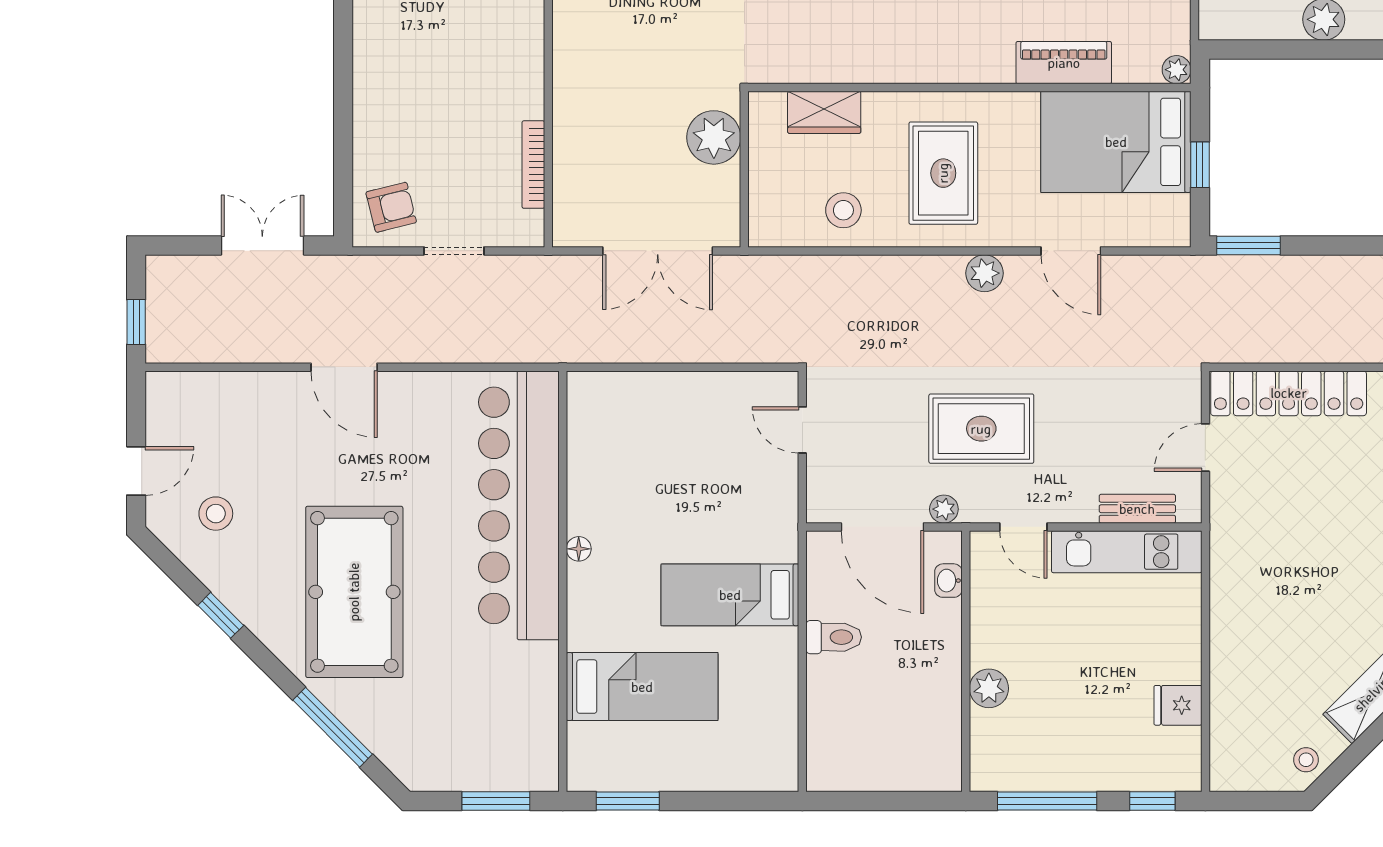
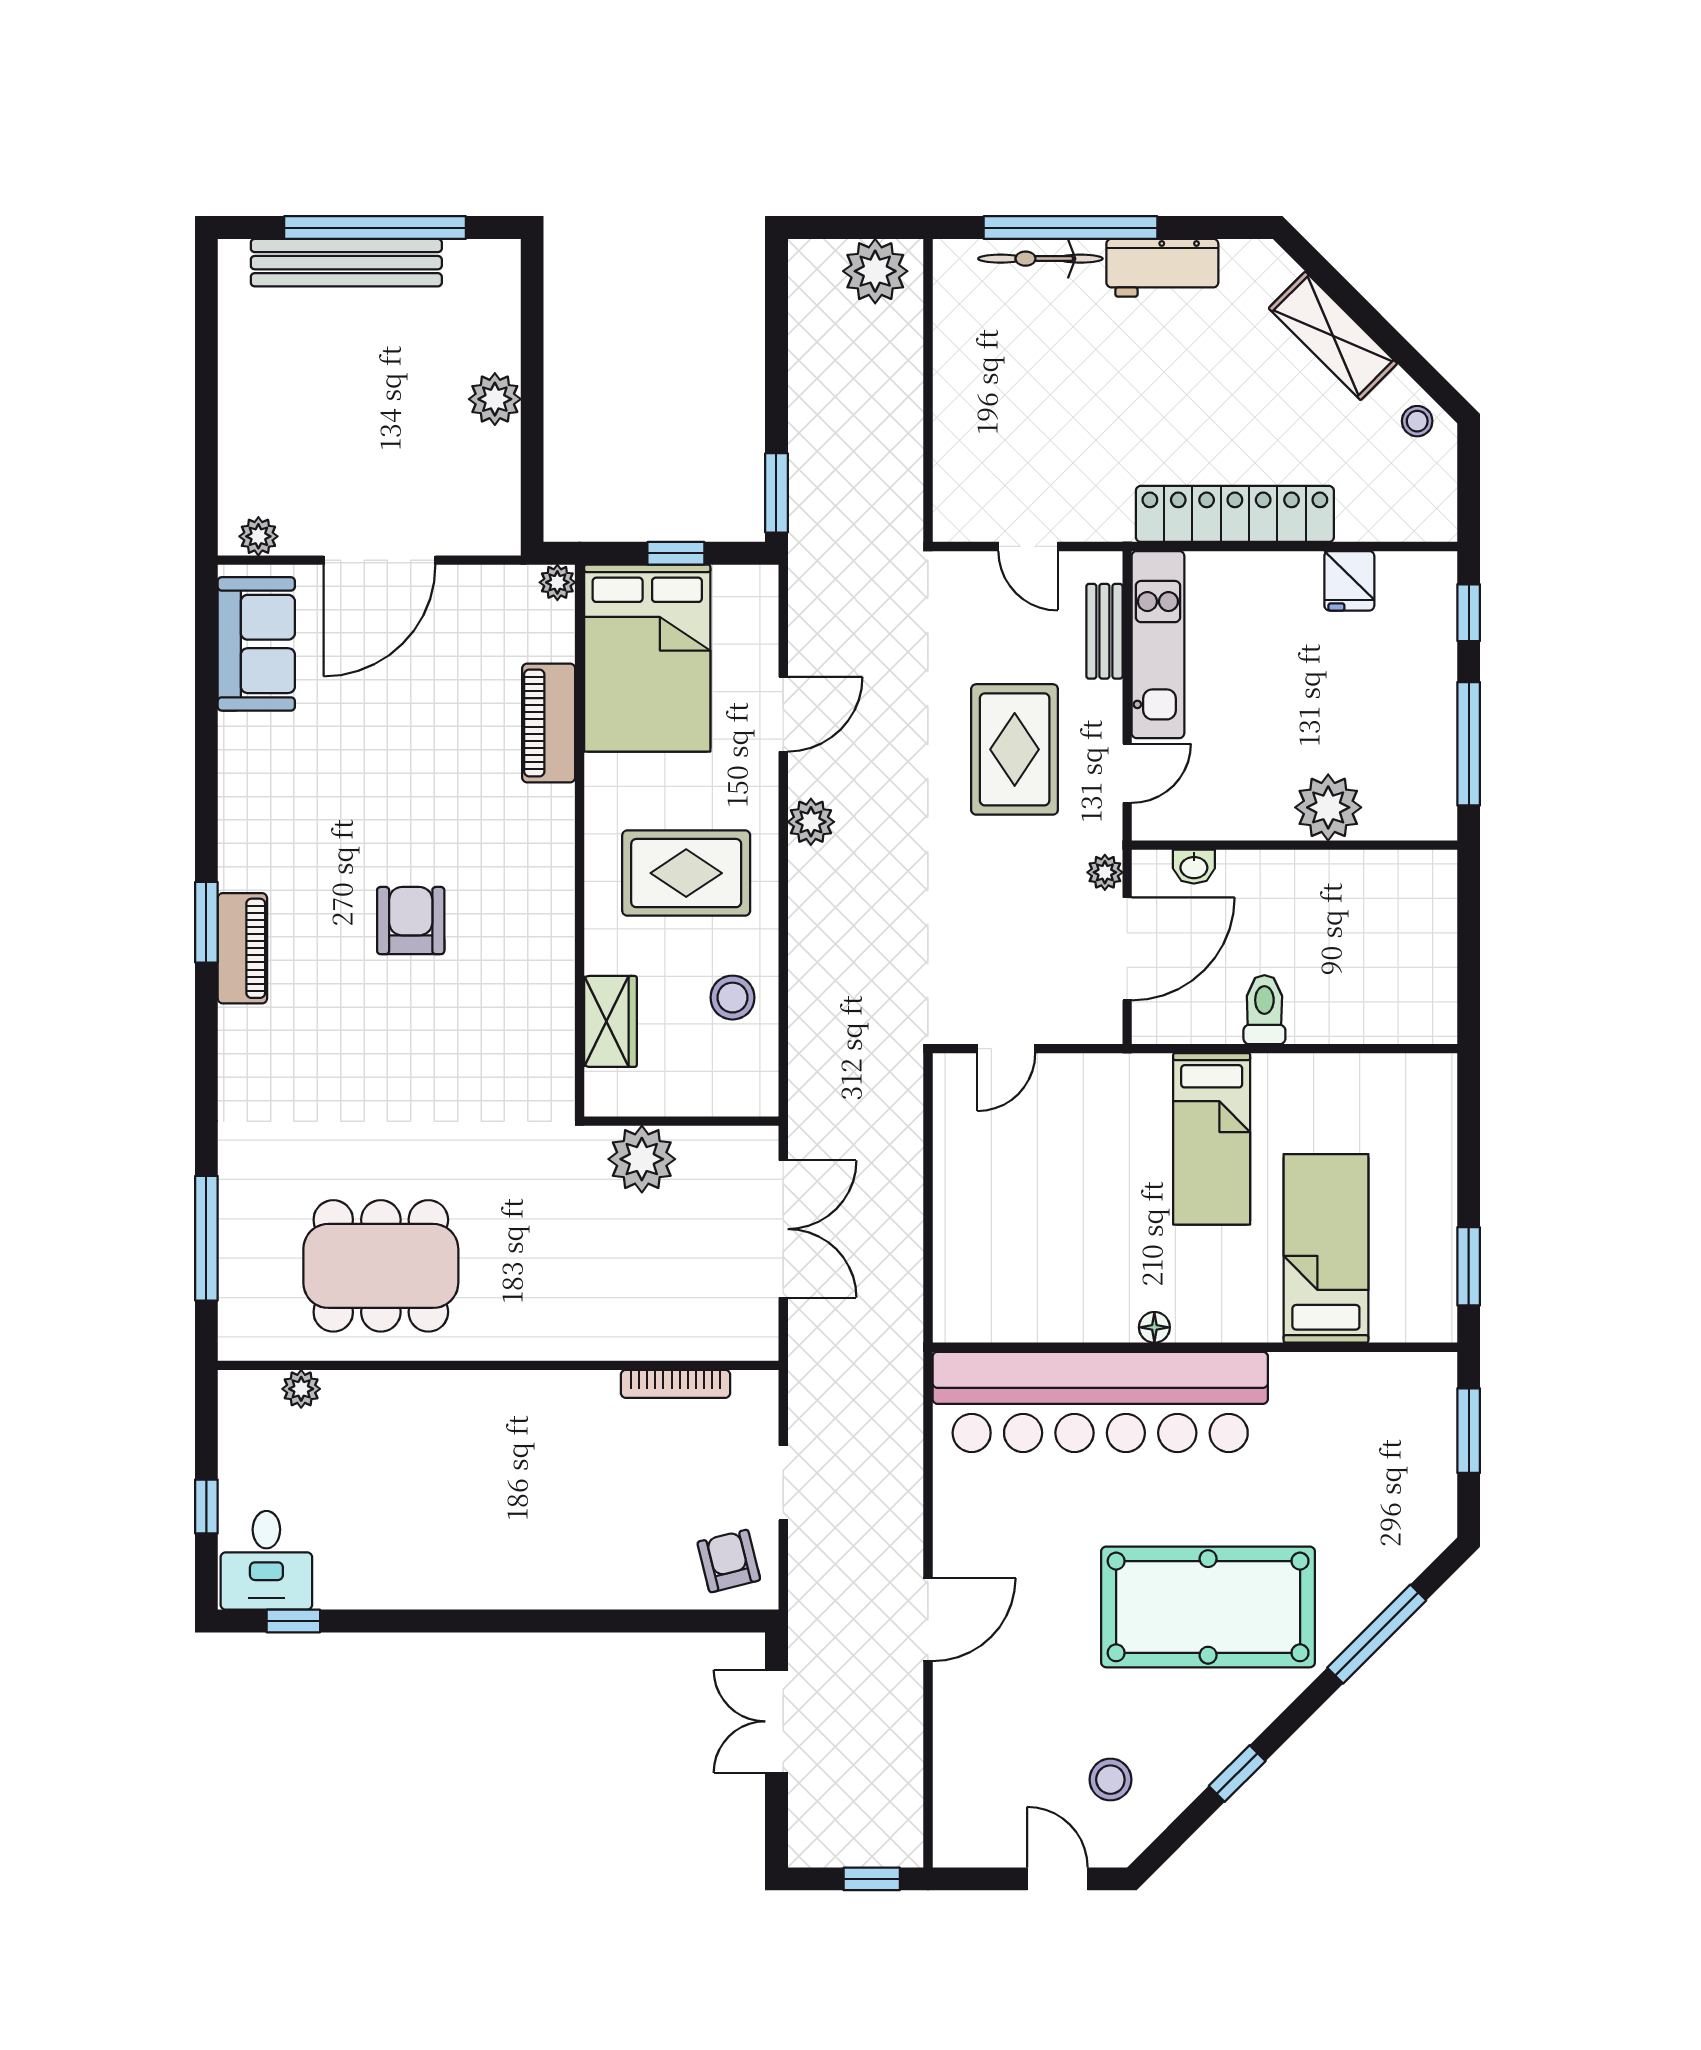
locker: (1289, 393) -> (1235, 514), moved, turned -90
rug: (981, 429) -> (1015, 749), moved
plant: (989, 688) -> (1328, 807), width x1.36, depth x1.36

